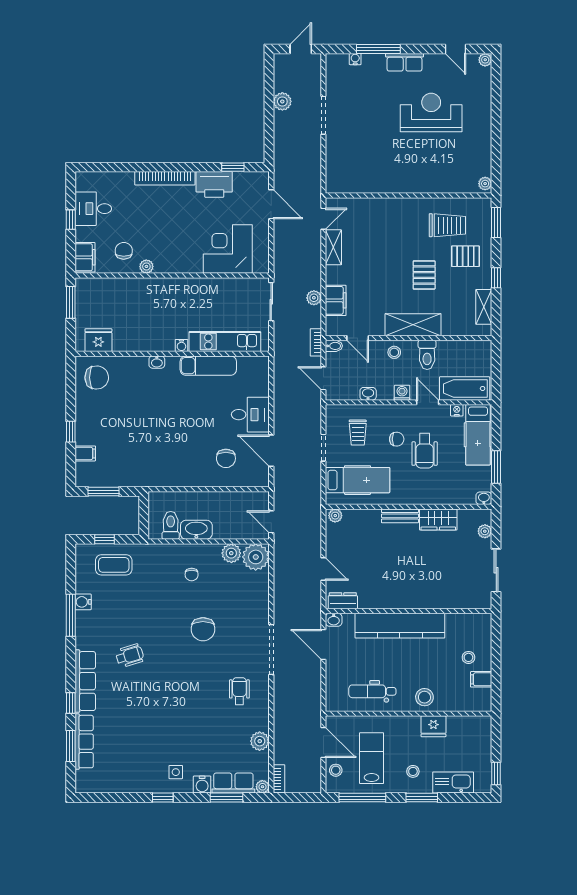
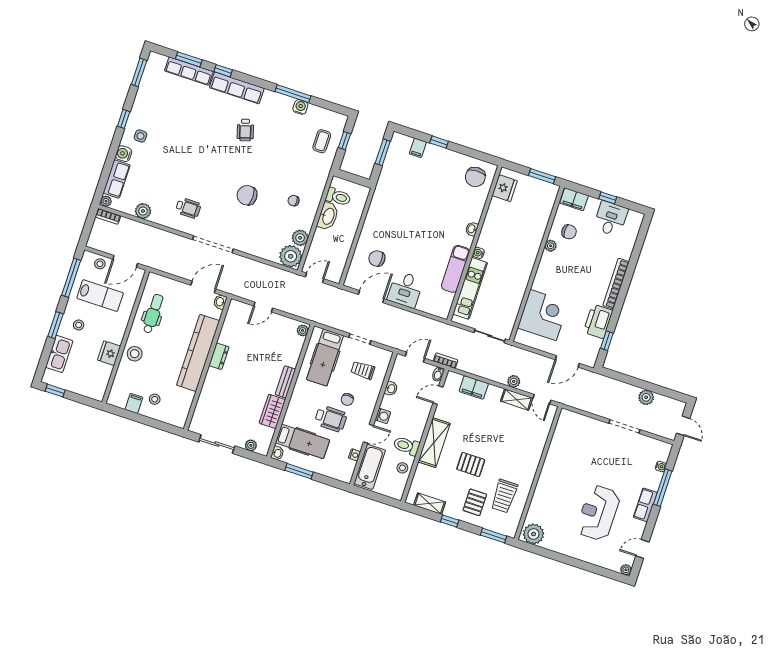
reception desk: (431, 112) -> (598, 513), turned 180
plant: (485, 184) -> (534, 534), width x1.88, depth x1.88
plant: (314, 298) -> (514, 381), moved
stool: (394, 352) -> (402, 468), moved
hospital bed: (478, 435) -> (302, 441), moved, turned 180
wheelchair: (425, 451) -> (331, 419), turned 180
coffee table: (114, 565) -> (322, 141), width x0.73, depth x0.77
dresser: (343, 601) -> (219, 356), moved
window: (226, 798) -> (139, 72), moved

